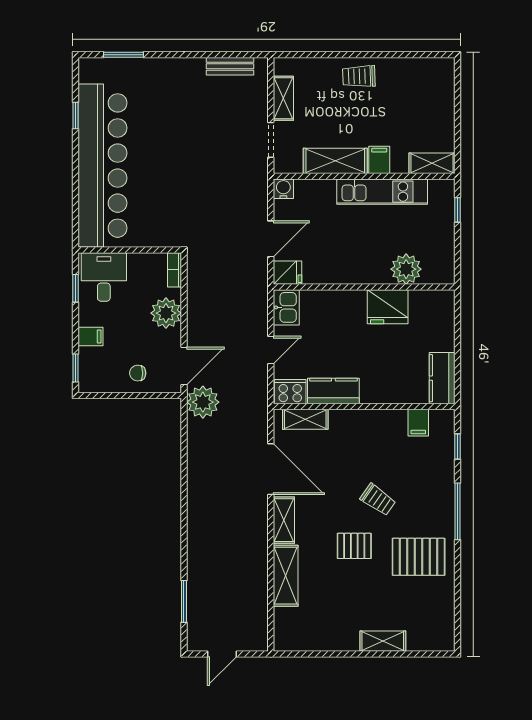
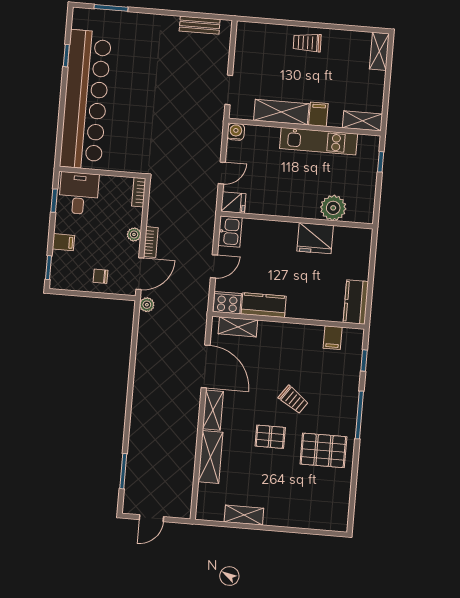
shelving: (283, 98) -> (379, 51), moved
door: (271, 239) -> (222, 173), width x0.73
plant: (166, 313) -> (134, 234), width x0.53, depth x0.53
bookcase: (194, 328) -> (151, 242), added
plant: (203, 402) -> (147, 305), width x0.53, depth x0.53
shelving: (383, 641) -> (244, 515), moved

